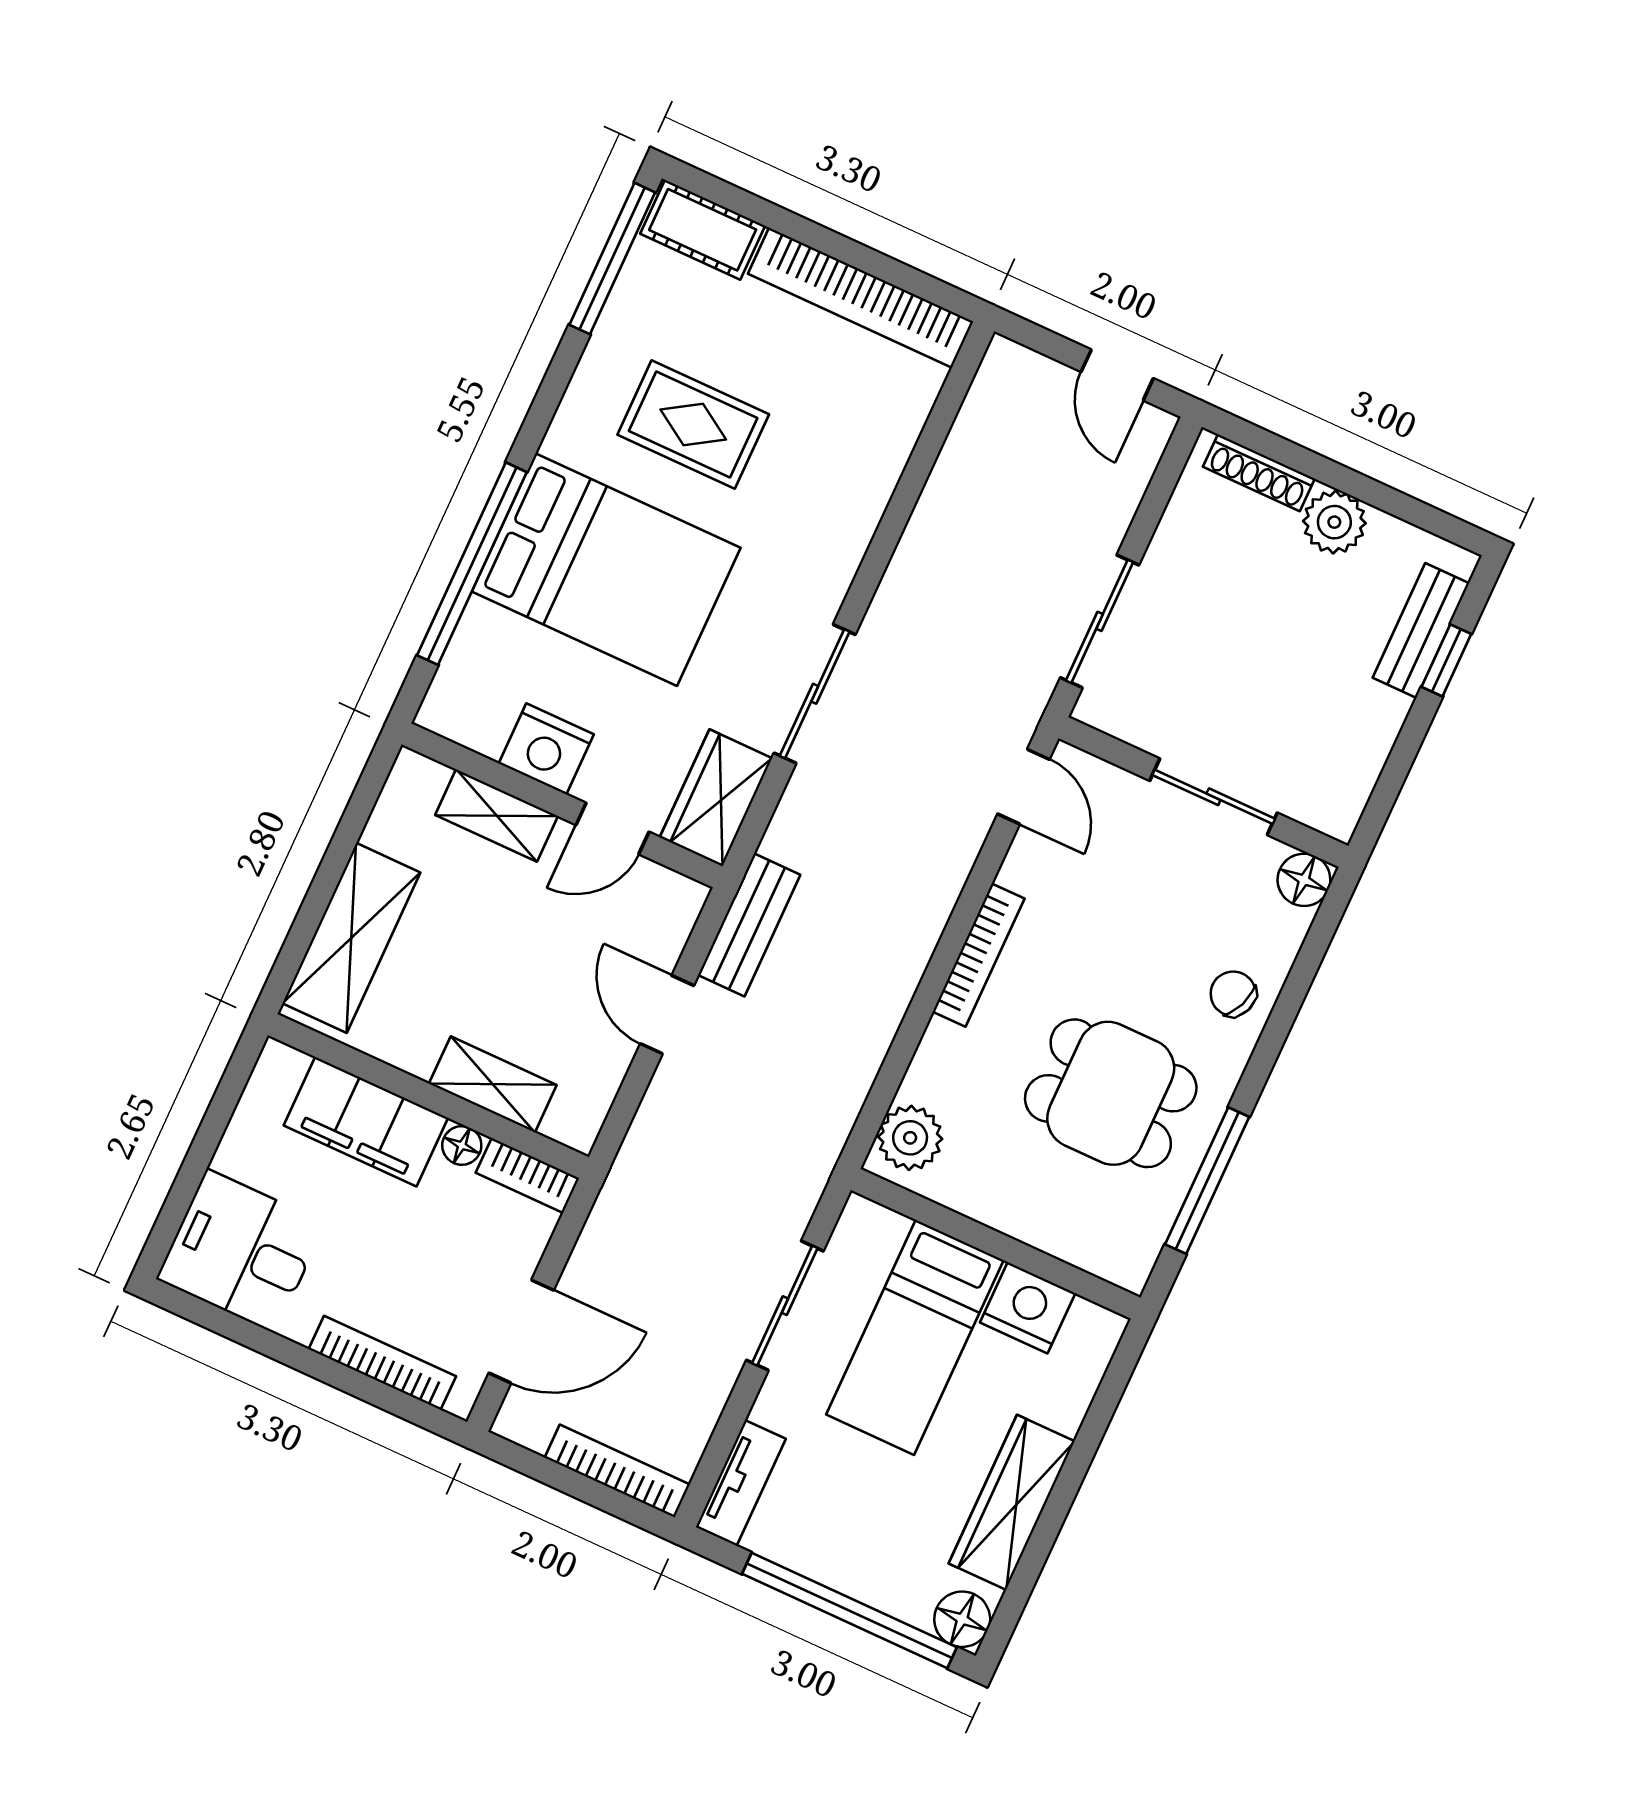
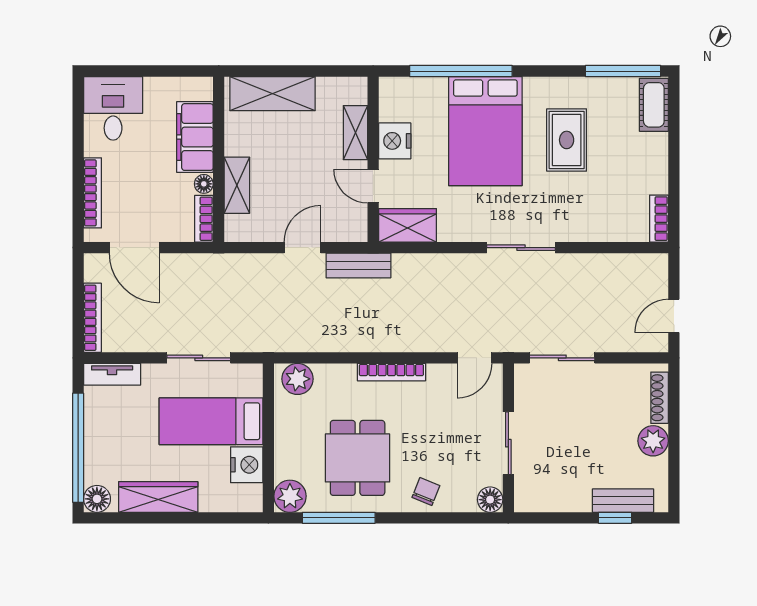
bookcase: (861, 298) -> (659, 219), width x0.43, depth x0.76
sliding door: (815, 694) -> (521, 248), moved
plant: (1124, 1254) -> (290, 496), added

